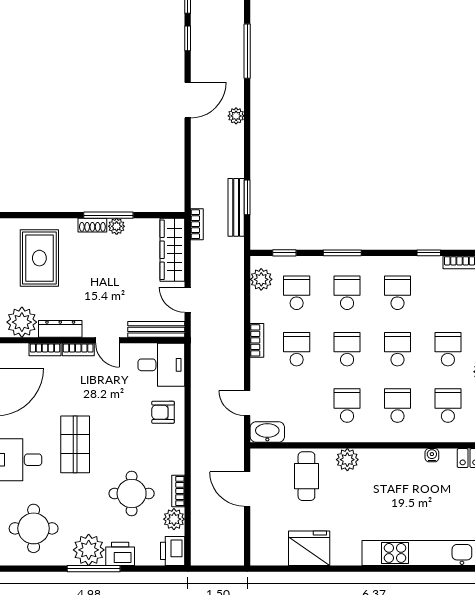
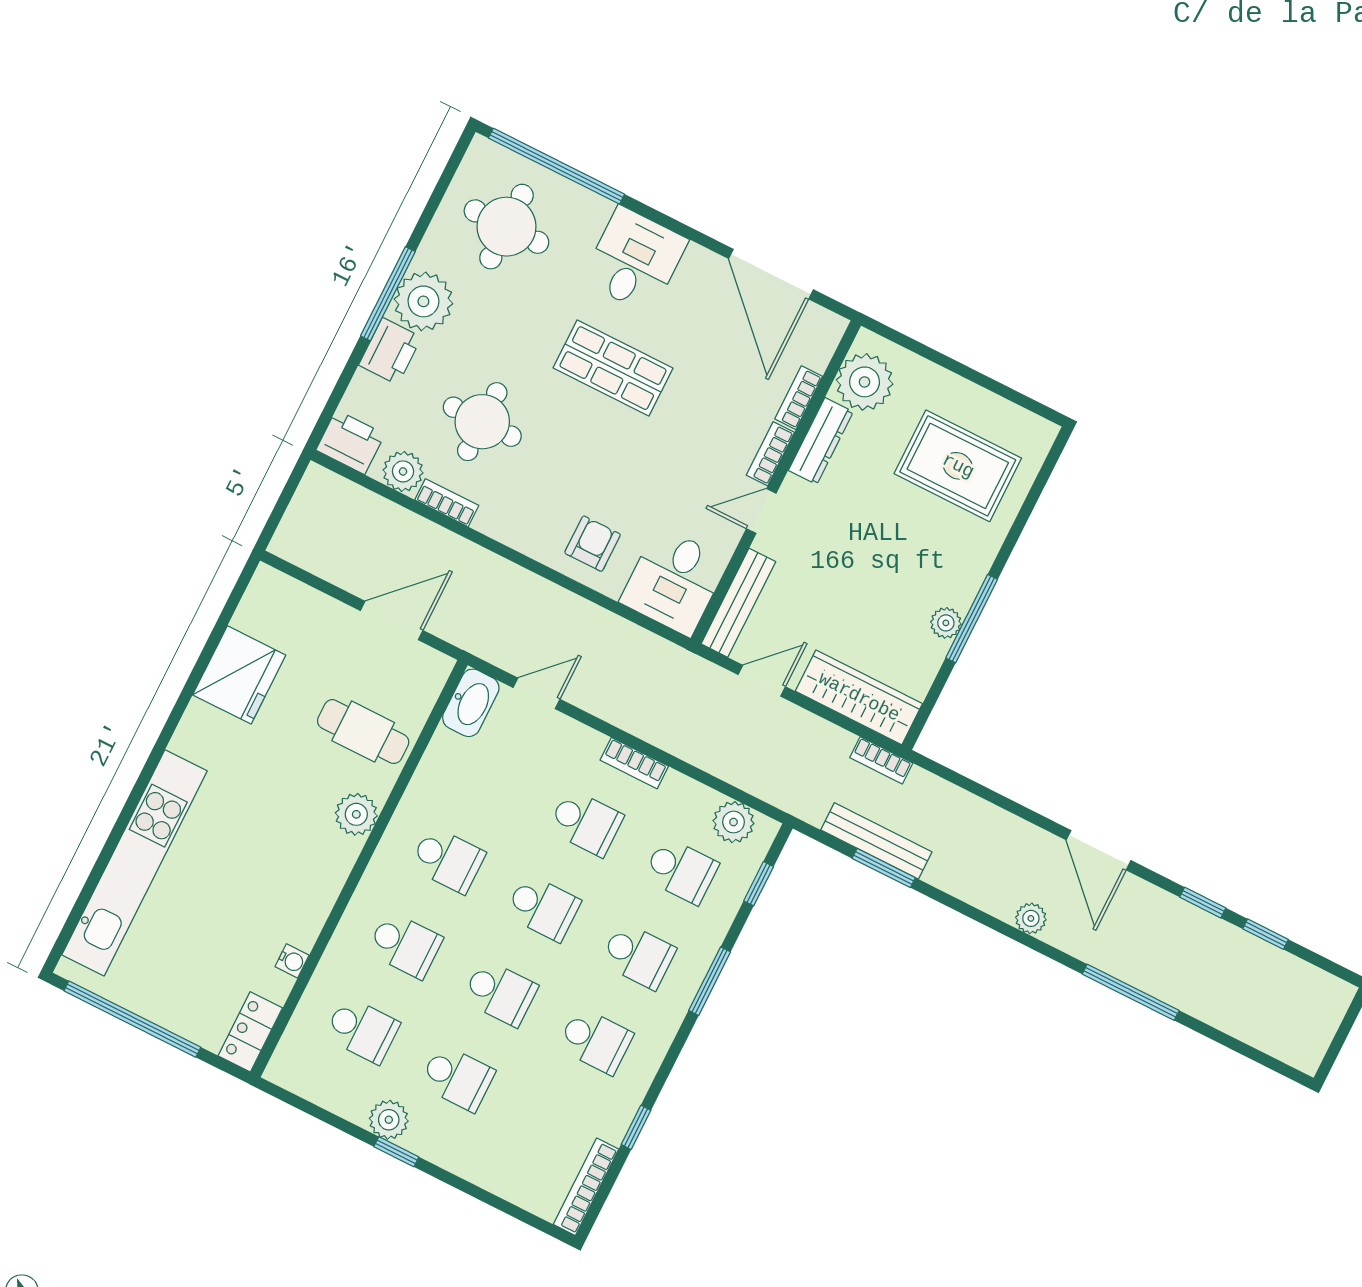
shoe rack: (92, 225) -> (968, 583), removed

